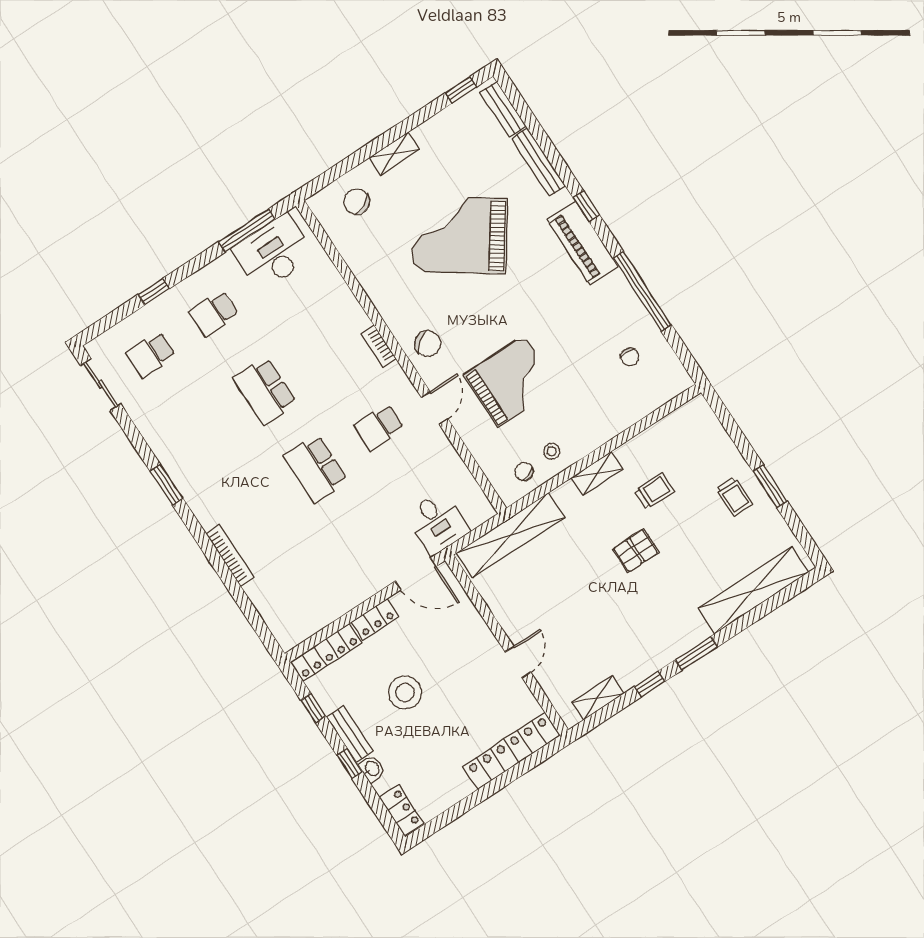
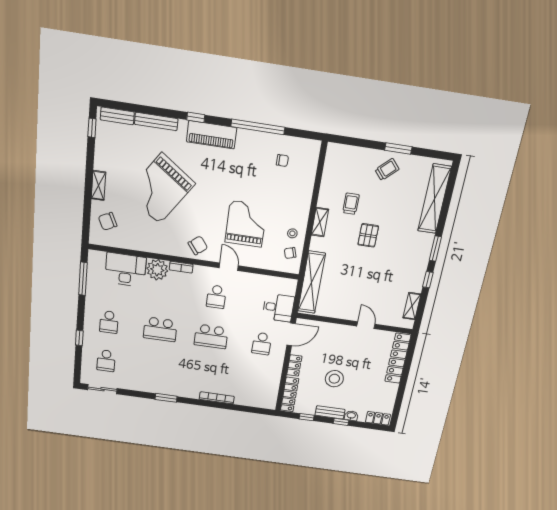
desk: (274, 253) -> (125, 270), moved, turned 90
plant: (347, 318) -> (157, 270), added
trolley: (734, 496) -> (387, 169), turned -42
school desk: (367, 546) -> (262, 344), added

